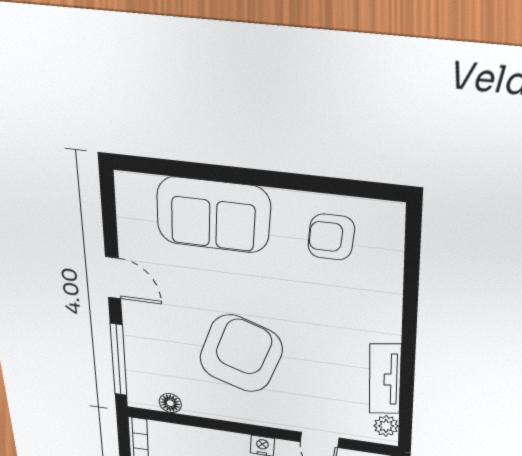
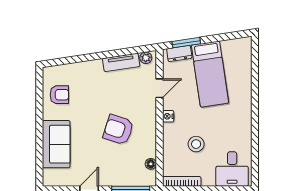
armchair: (331, 237) -> (59, 95), turned -90
armchair: (241, 354) -> (118, 130), width x0.73, depth x0.73

